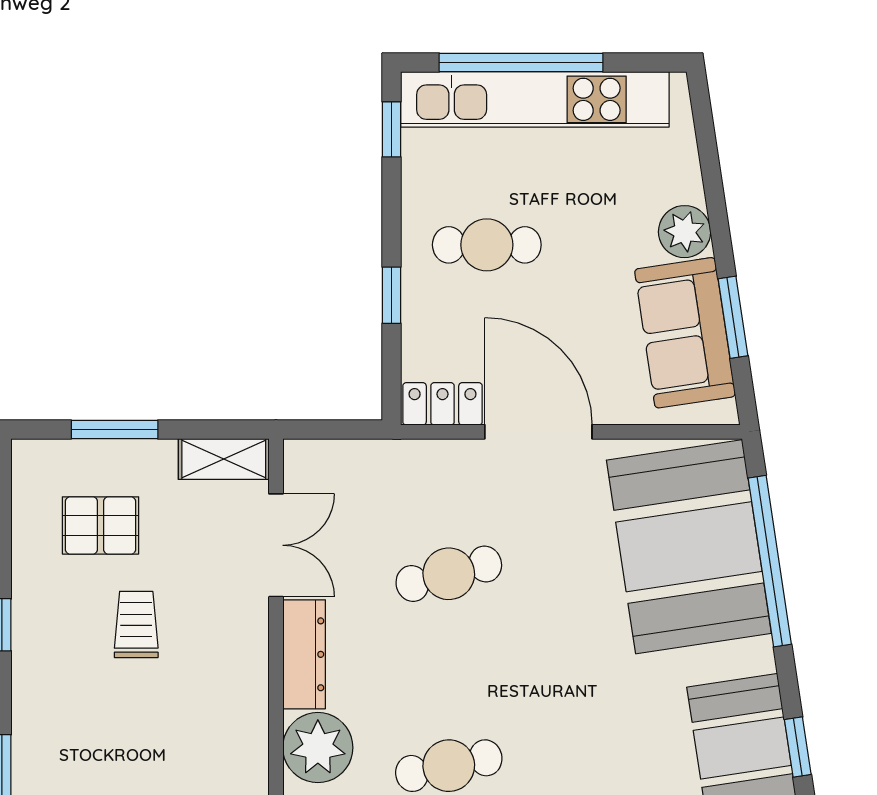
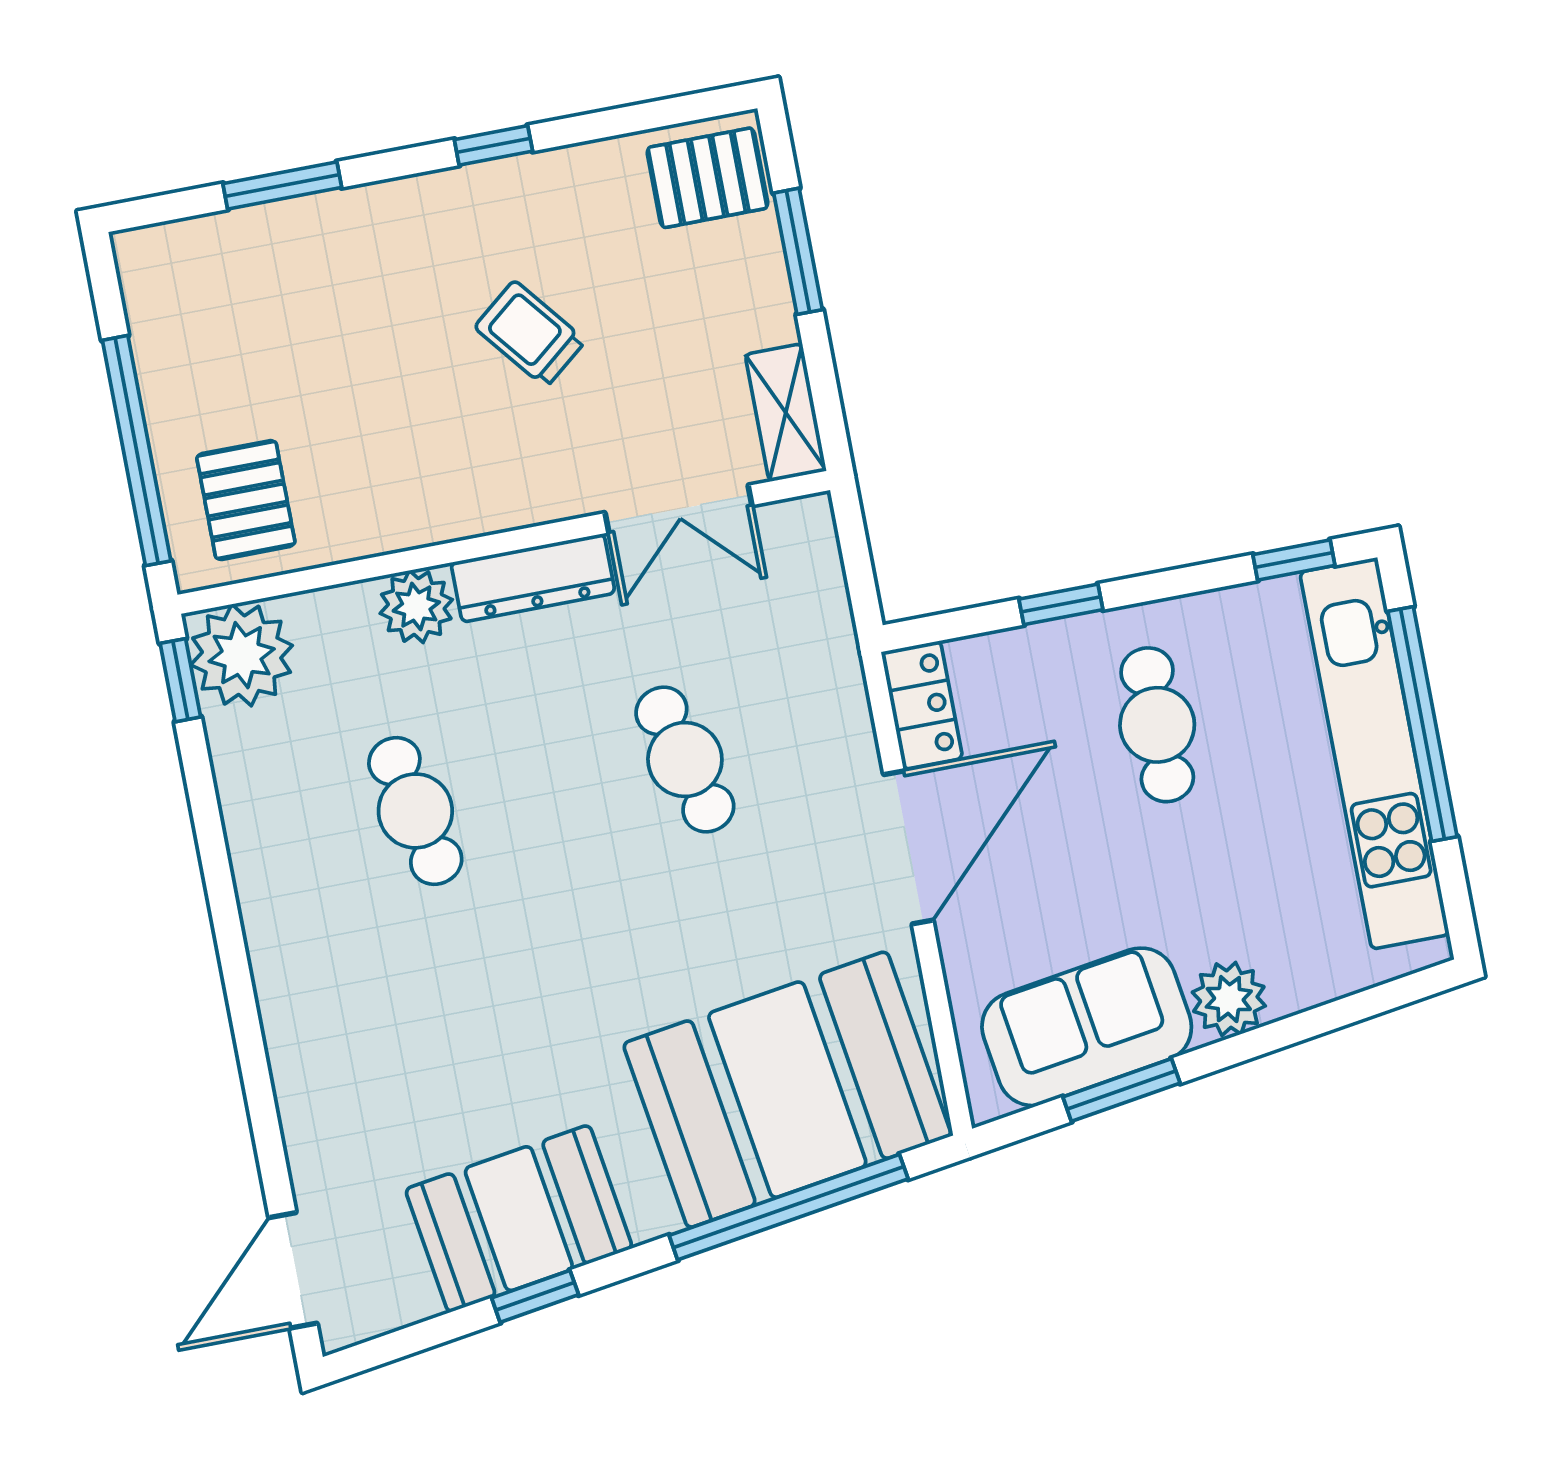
pallet: (101, 525) -> (707, 178), moved, turned 90
trolley: (136, 624) -> (530, 334), turned -129
plant: (318, 748) -> (416, 607), width x0.73, depth x0.73

